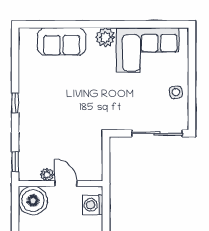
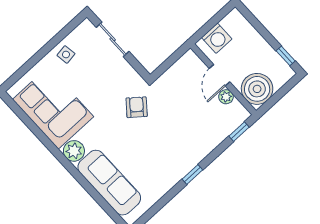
sofa: (62, 41) -> (109, 183), width x1.36
armchair: (96, 107) -> (137, 107), added
sliding door: (157, 133) -> (113, 39), width x0.73

